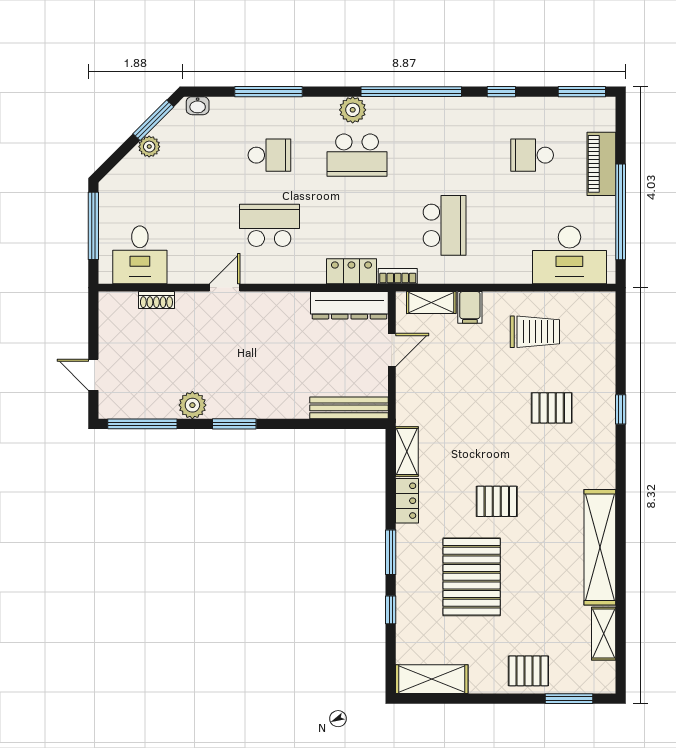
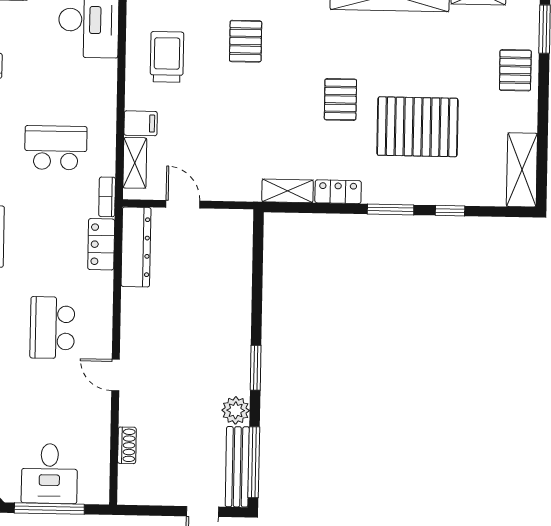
desk: (140, 255) -> (49, 474), moved, turned 90
bench: (349, 408) -> (237, 467), moved

